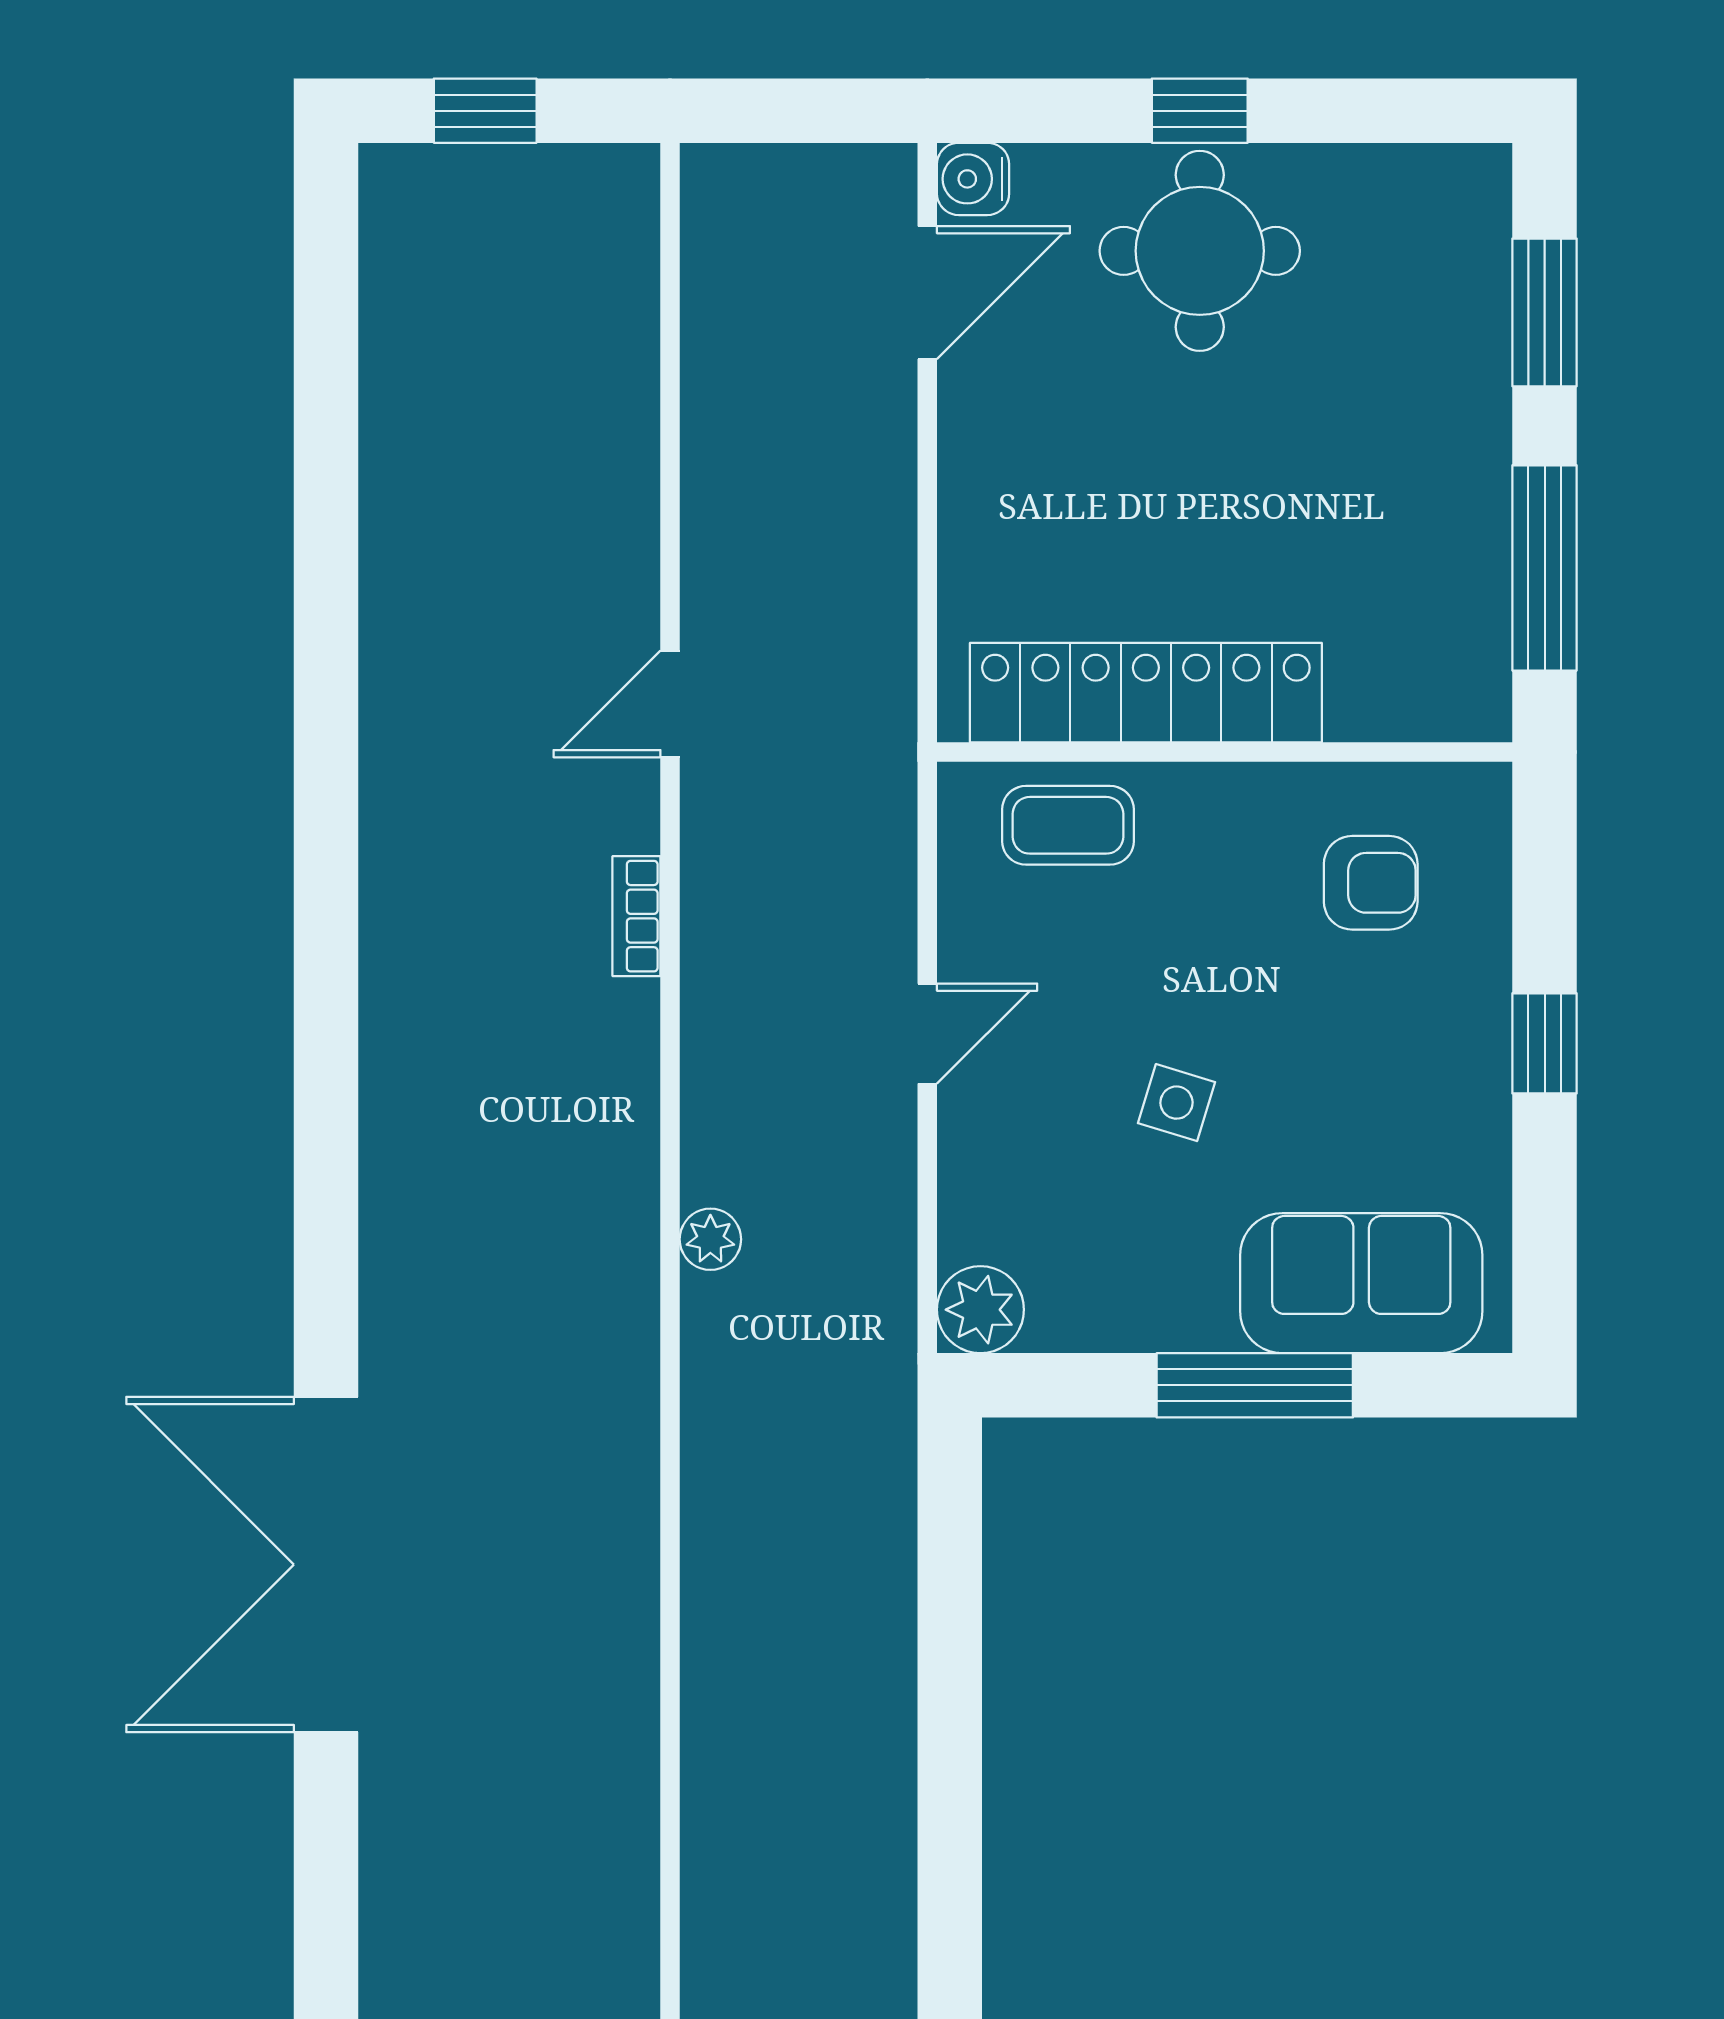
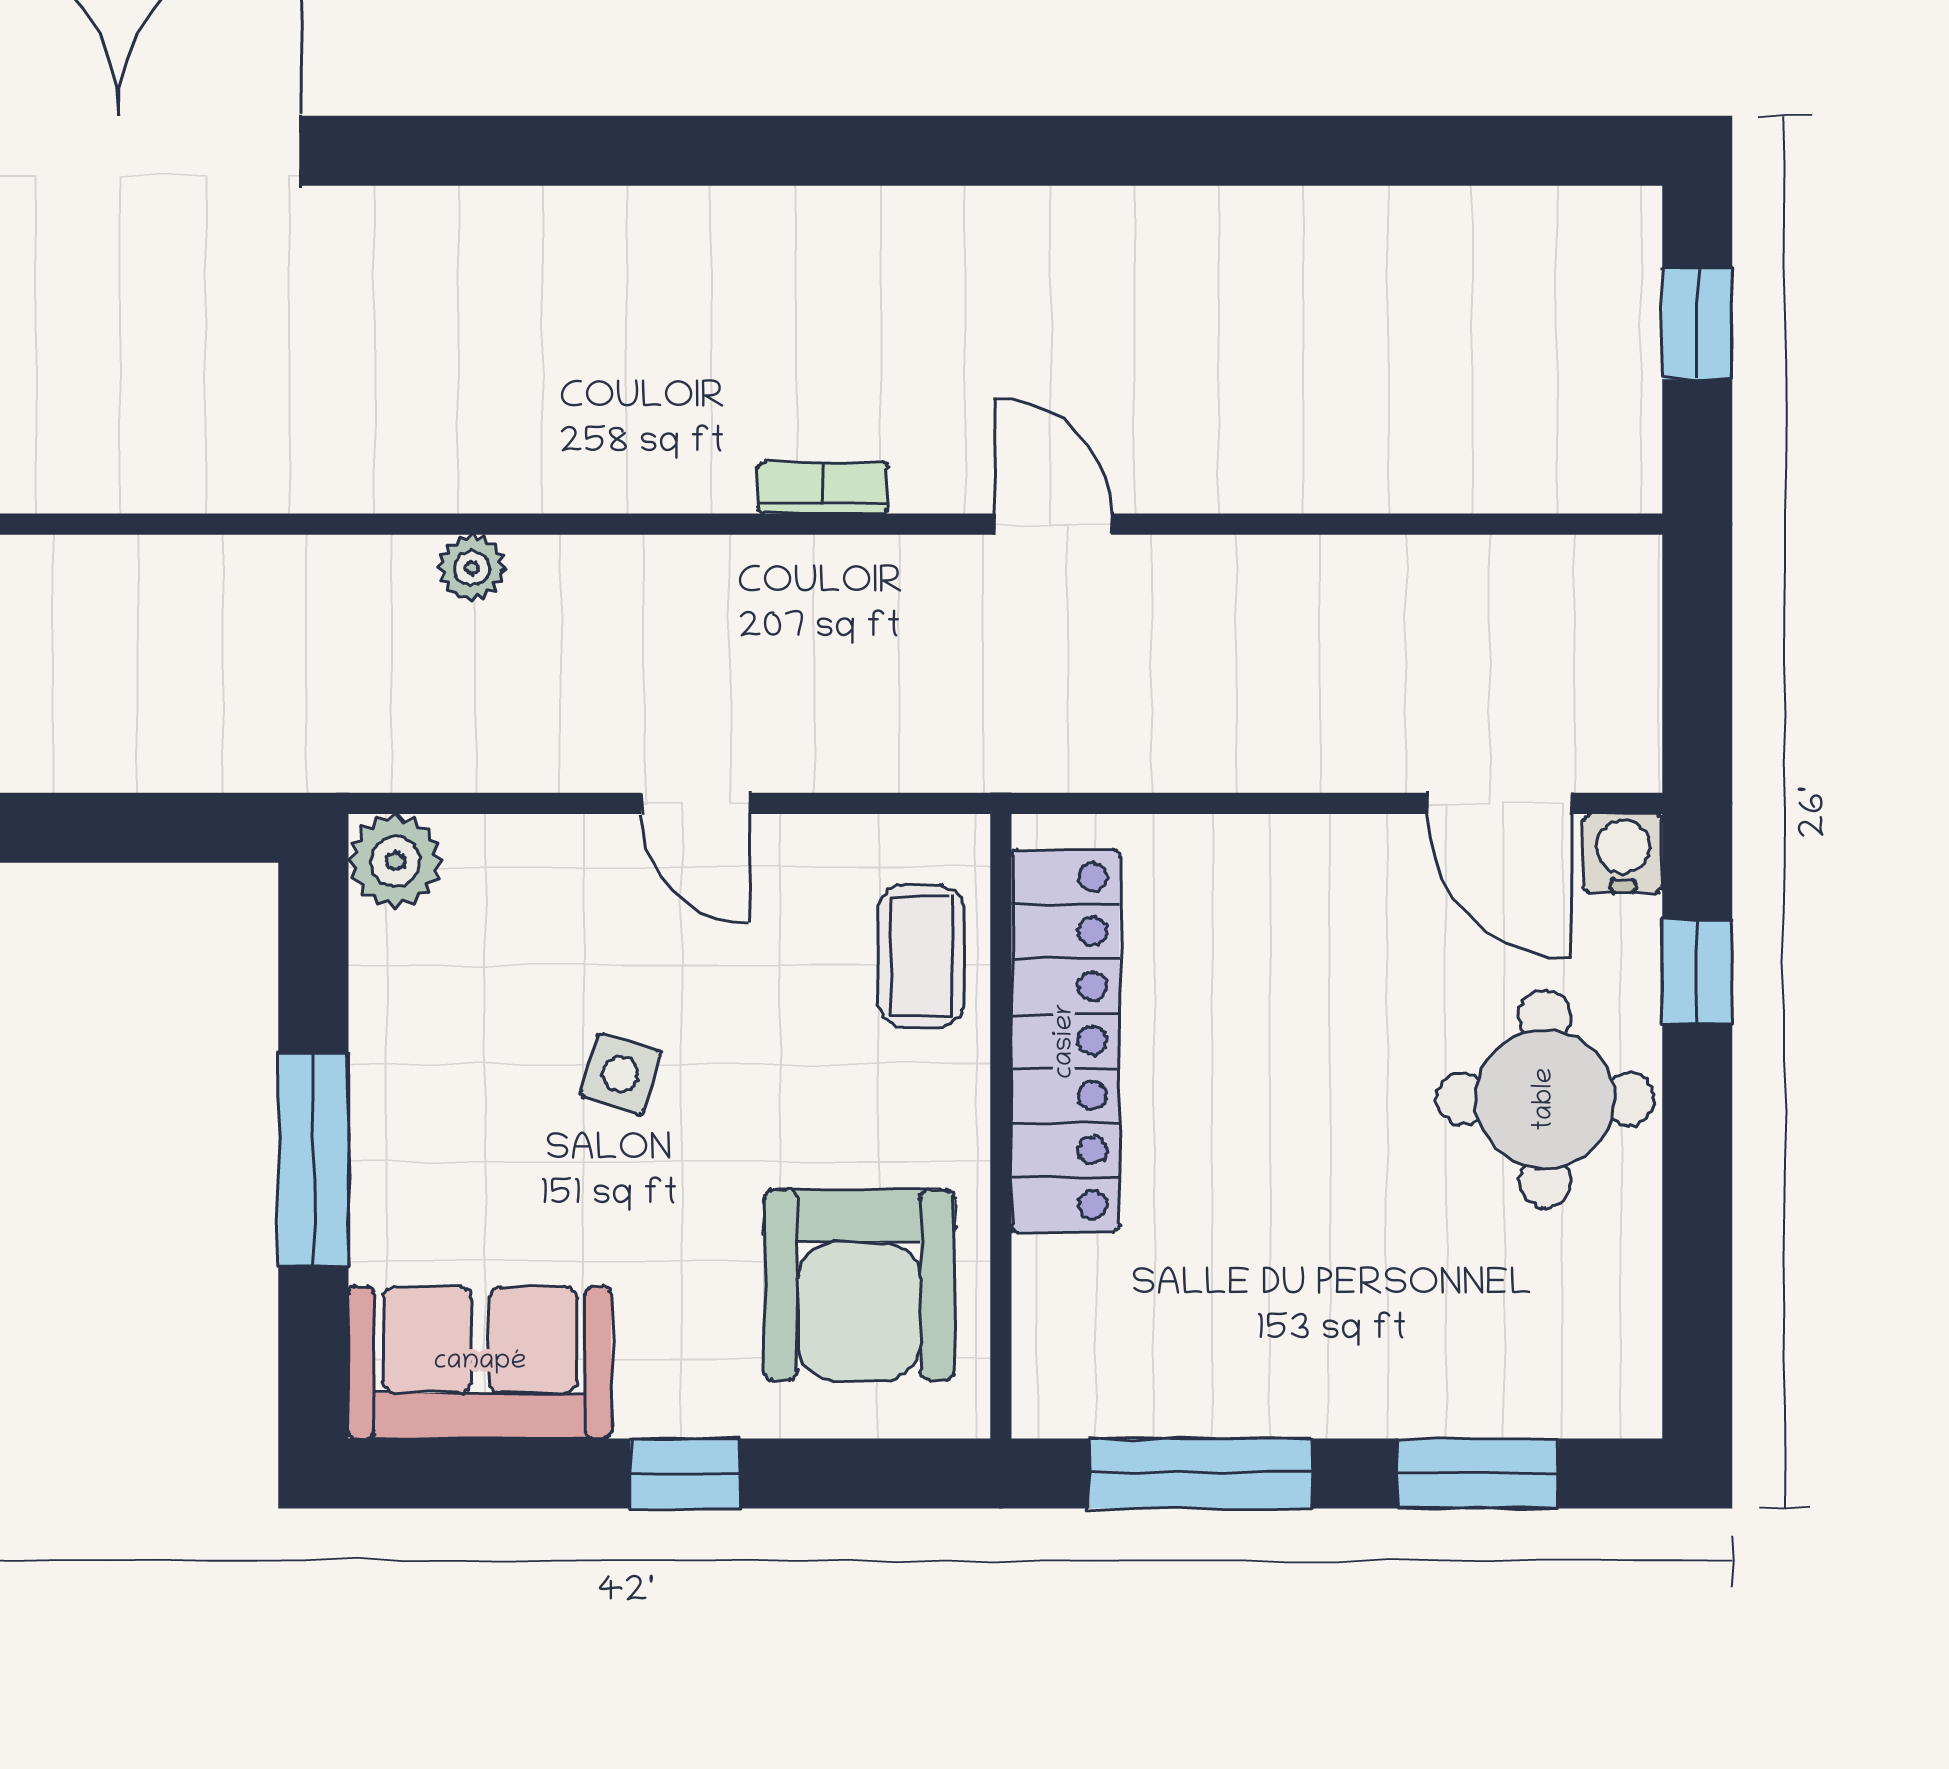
window: (1200, 111) -> (1697, 971), moved
armchair: (1371, 883) -> (859, 1285), width x1.88, depth x1.88
sofa: (1361, 1283) -> (480, 1362), moved, turned -90

